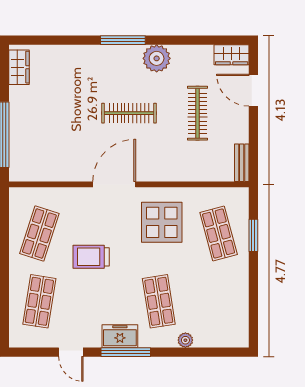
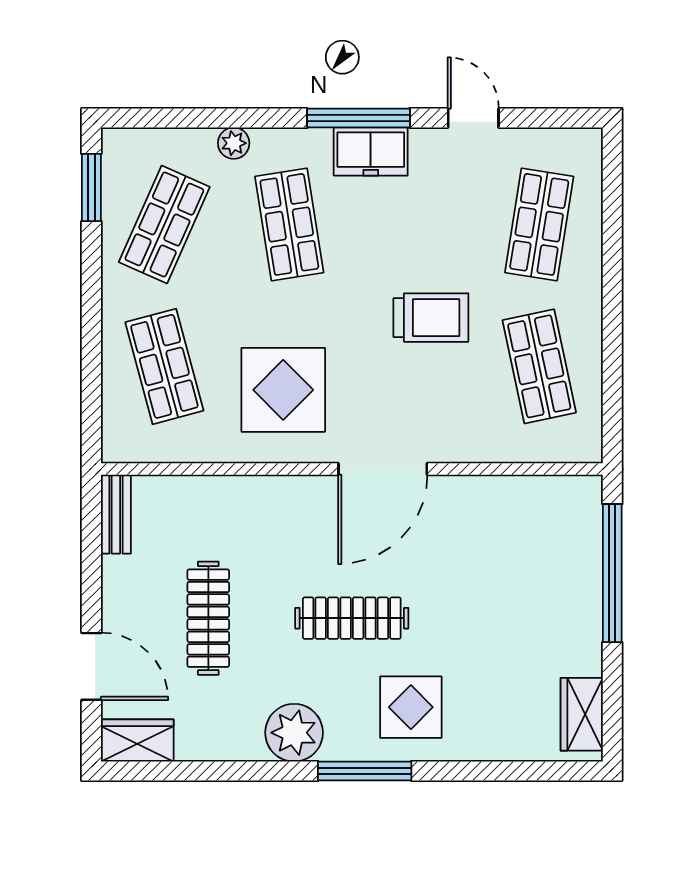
display table: (101, 71) -> (411, 707), added
shop shelf: (39, 233) -> (539, 366), turned -30
window: (253, 235) -> (91, 187), moved
shop shelf: (219, 301) -> (164, 224), added

